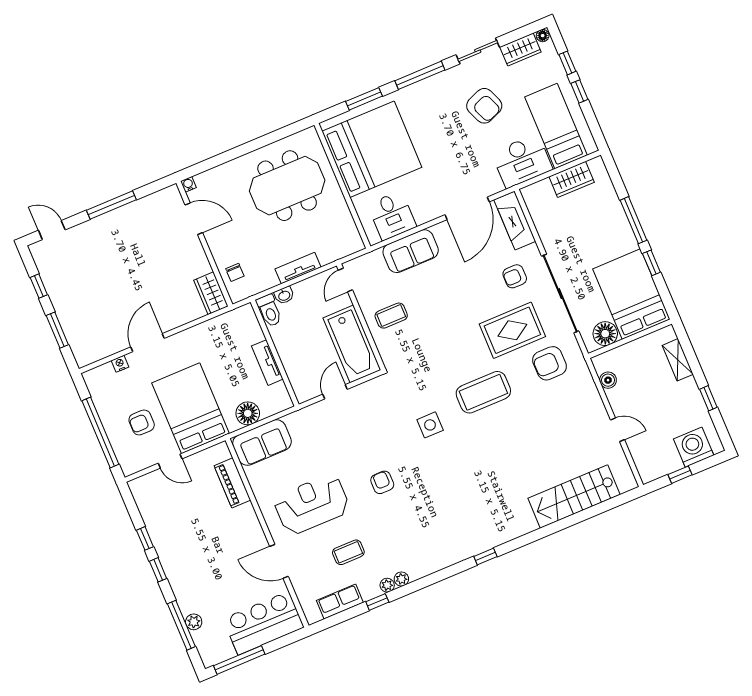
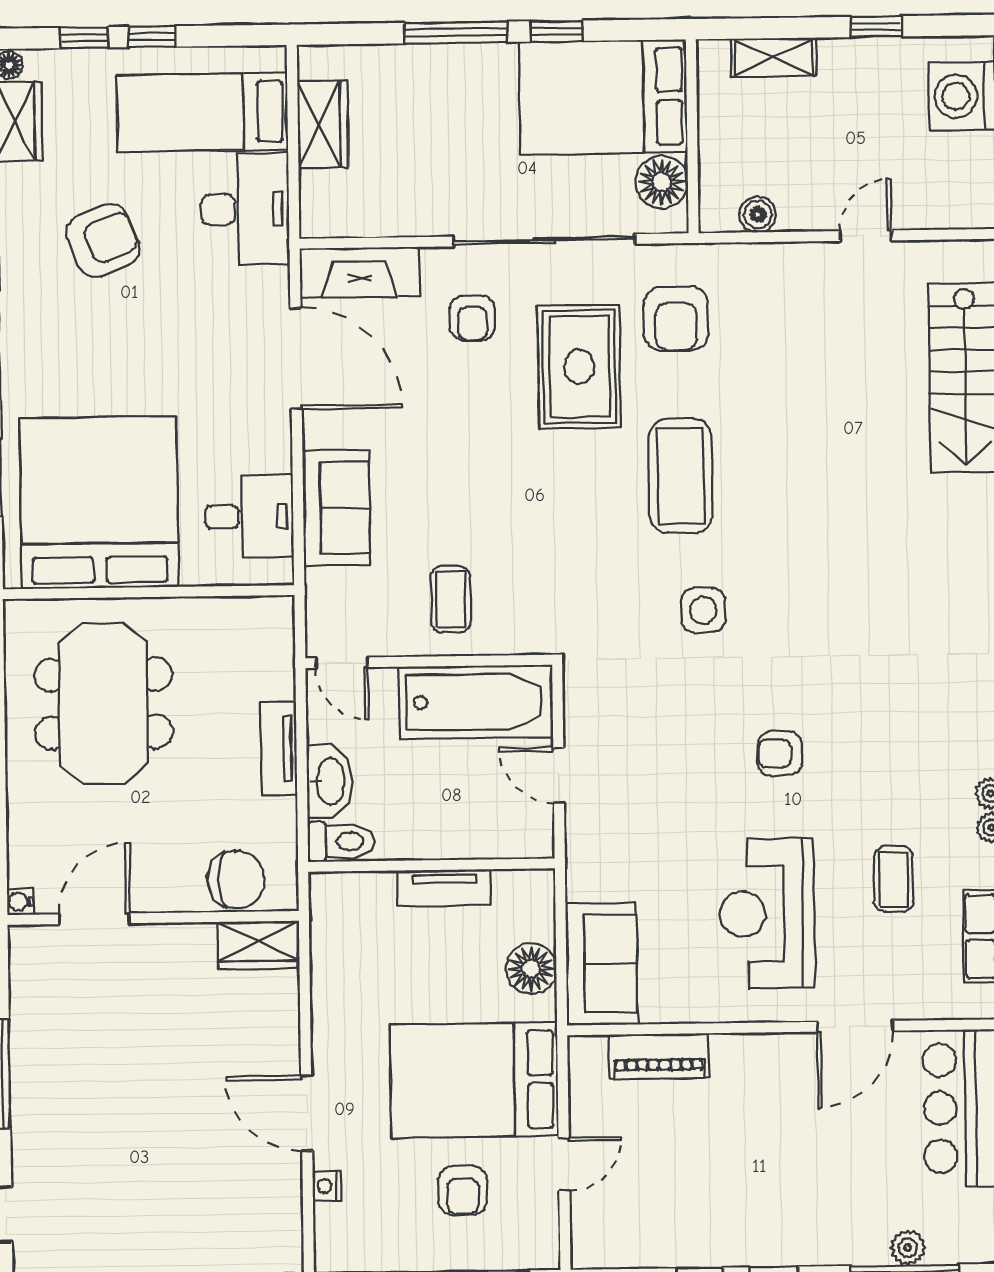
chair: (235, 272) -> (236, 880), width x1.87, depth x1.87
washbasin: (284, 295) -> (329, 781), width x1.91, depth x1.45

